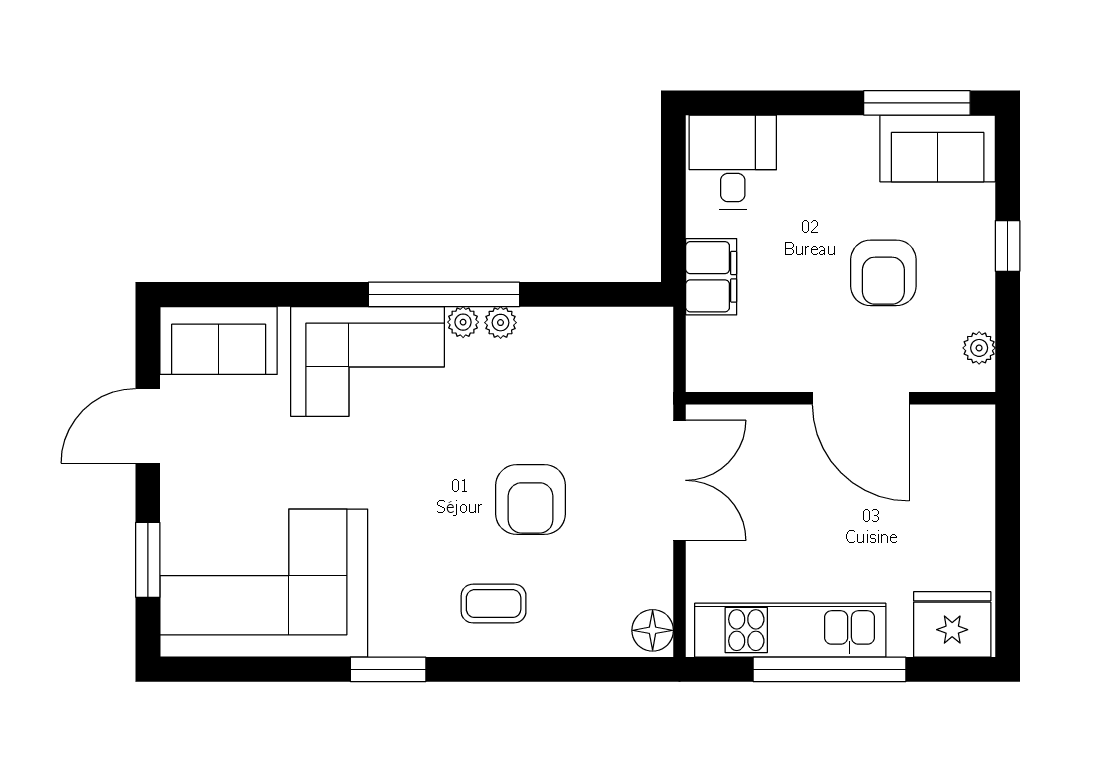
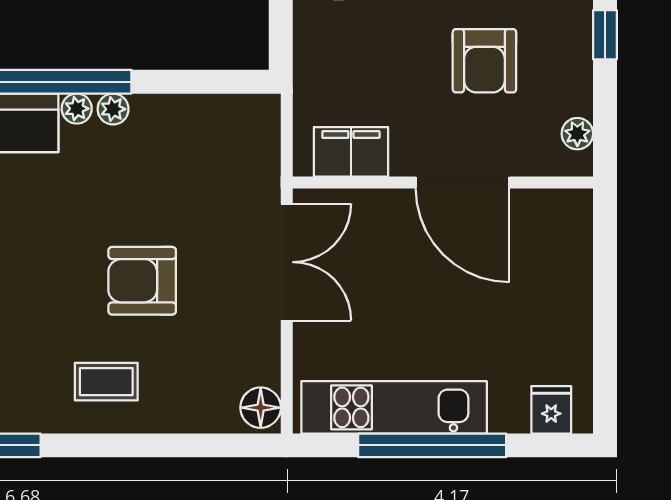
filing cabinet: (711, 277) -> (351, 152), moved, turned -90
armchair: (531, 500) -> (142, 281), turned 90
fridge: (952, 624) -> (551, 410), width x0.53, depth x0.75

